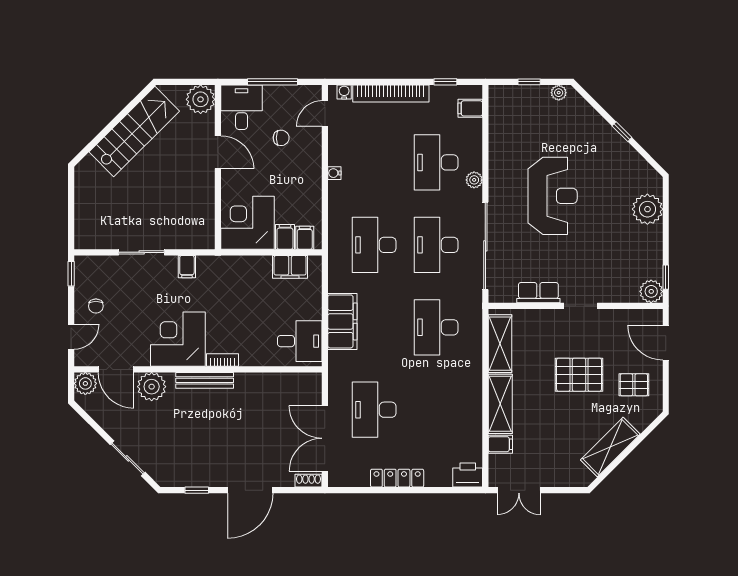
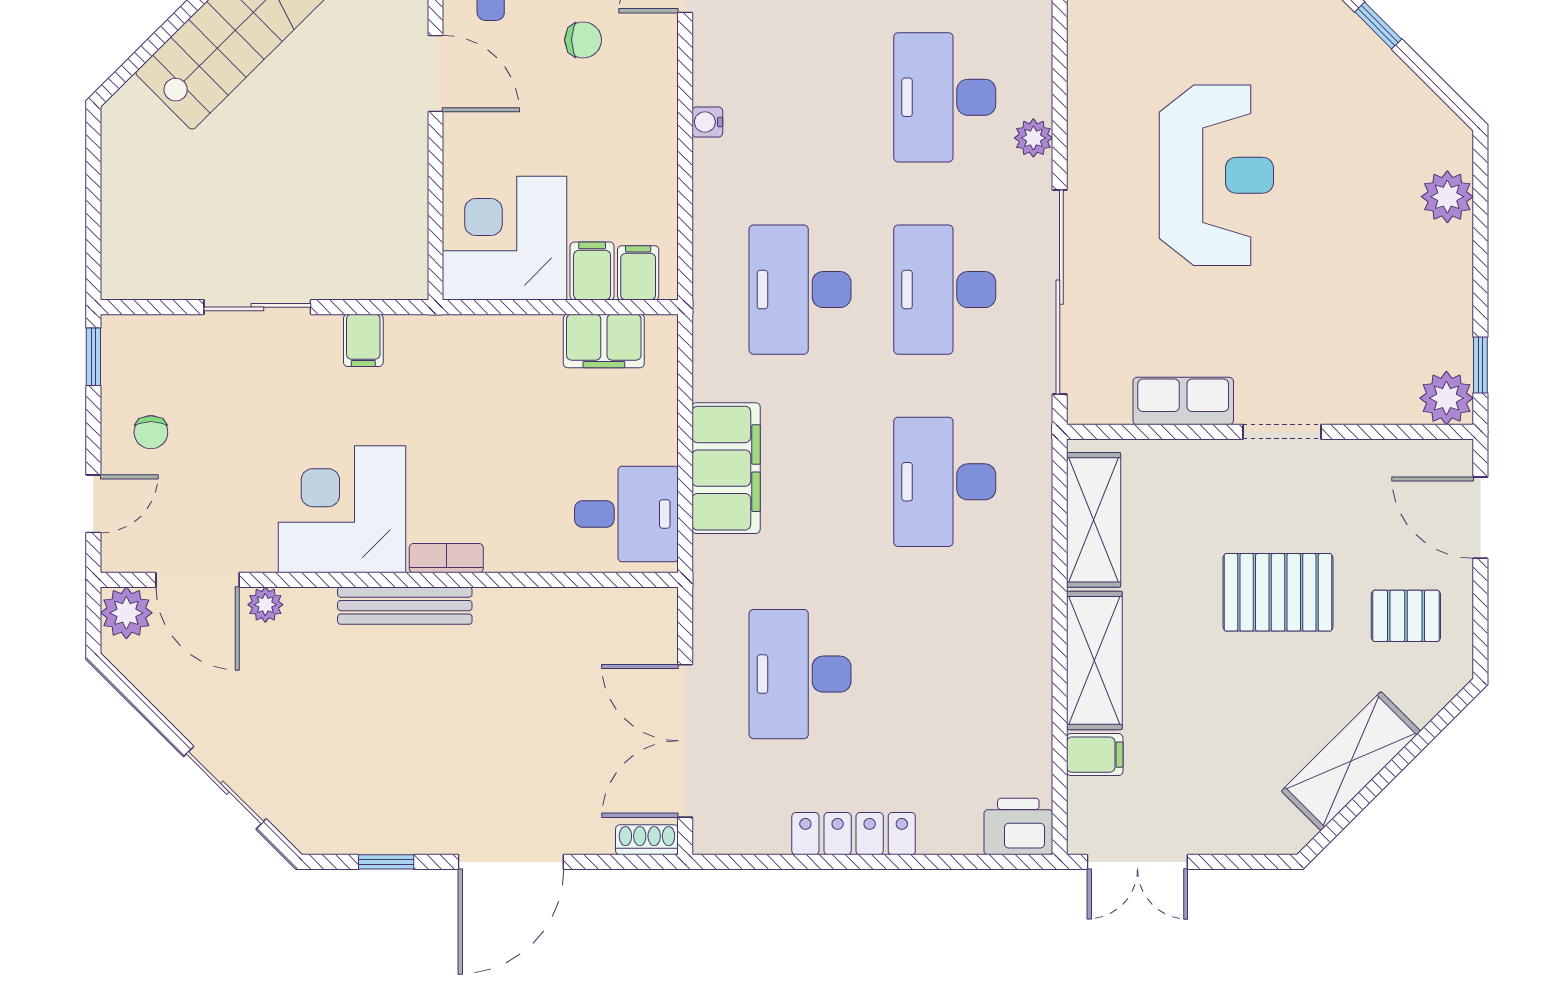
plant: (647, 209) -> (1447, 197), width x0.73, depth x0.73
plant: (152, 387) -> (265, 605), width x0.53, depth x0.53

